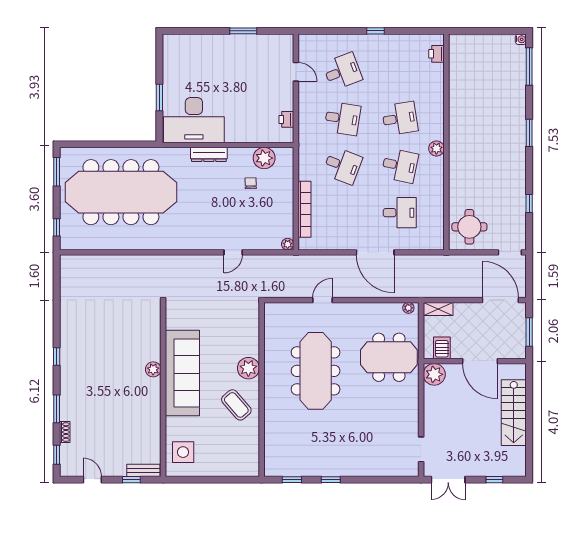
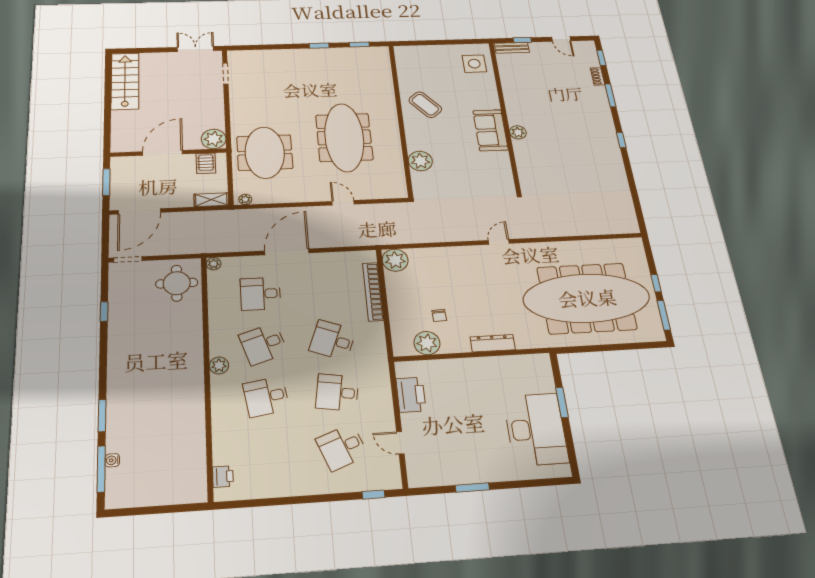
window: (375, 31) -> (373, 495), moved
water cooler: (521, 39) -> (112, 460), moved
printer: (286, 119) -> (411, 395), width x1.87, depth x1.48
desk: (194, 120) -> (536, 429), moved, turned 90
window: (529, 133) -> (102, 416), moved
desk: (400, 166) -> (263, 344), turned -30
window: (57, 227) -> (656, 283), moved
plant: (288, 244) -> (395, 260), width x1.88, depth x1.88
plant: (438, 244) -> (214, 264), added
door: (233, 252) -> (499, 242), moved
door: (375, 252) -> (287, 252), hinge flipped
door: (323, 300) -> (343, 203), swing flipped
door: (500, 300) -> (139, 211), hinge flipped
meeting table: (389, 357) -> (265, 153), turned 90
door: (480, 361) -> (163, 153), hinge flipped
plant: (248, 368) -> (420, 161), moved
sofa: (182, 373) -> (490, 130), width x0.54, depth x0.79
stairs: (514, 413) -> (125, 81), moved
window: (494, 480) -> (146, 50), removed

